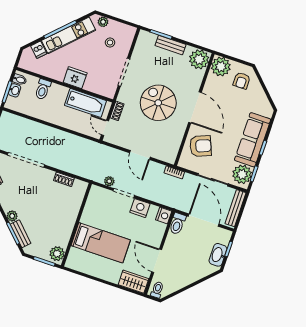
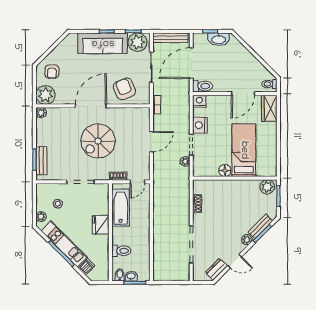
bench: (170, 45) -> (41, 161), moved
plant: (199, 59) -> (41, 113), width x0.53, depth x0.53
armchair: (242, 81) -> (52, 72), turned 90
floor lamp: (87, 217) -> (225, 171), added

